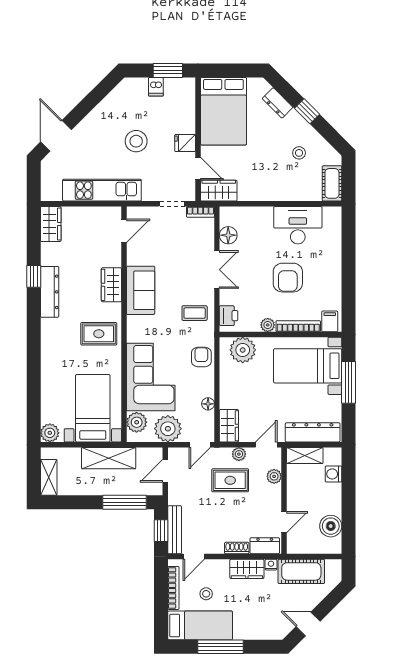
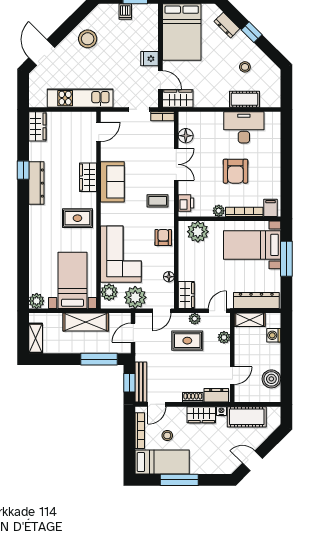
stool: (136, 141) -> (88, 39), moved
cot: (332, 183) -> (245, 99), moved, turned 90

